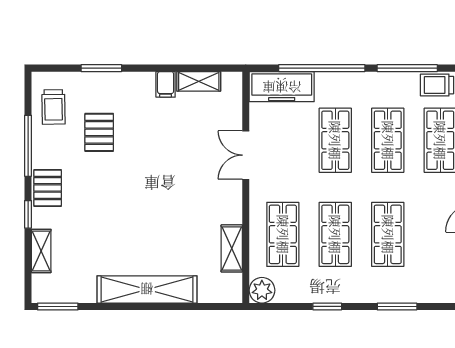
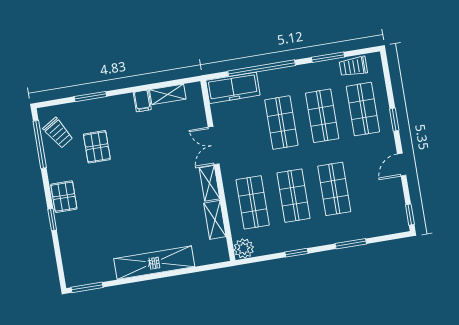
window: (407, 68) -> (328, 57), width x0.69
trolley: (53, 107) -> (58, 133), turned -31
window: (28, 146) -> (40, 144), moved
shelving: (41, 251) -> (209, 183), moved

